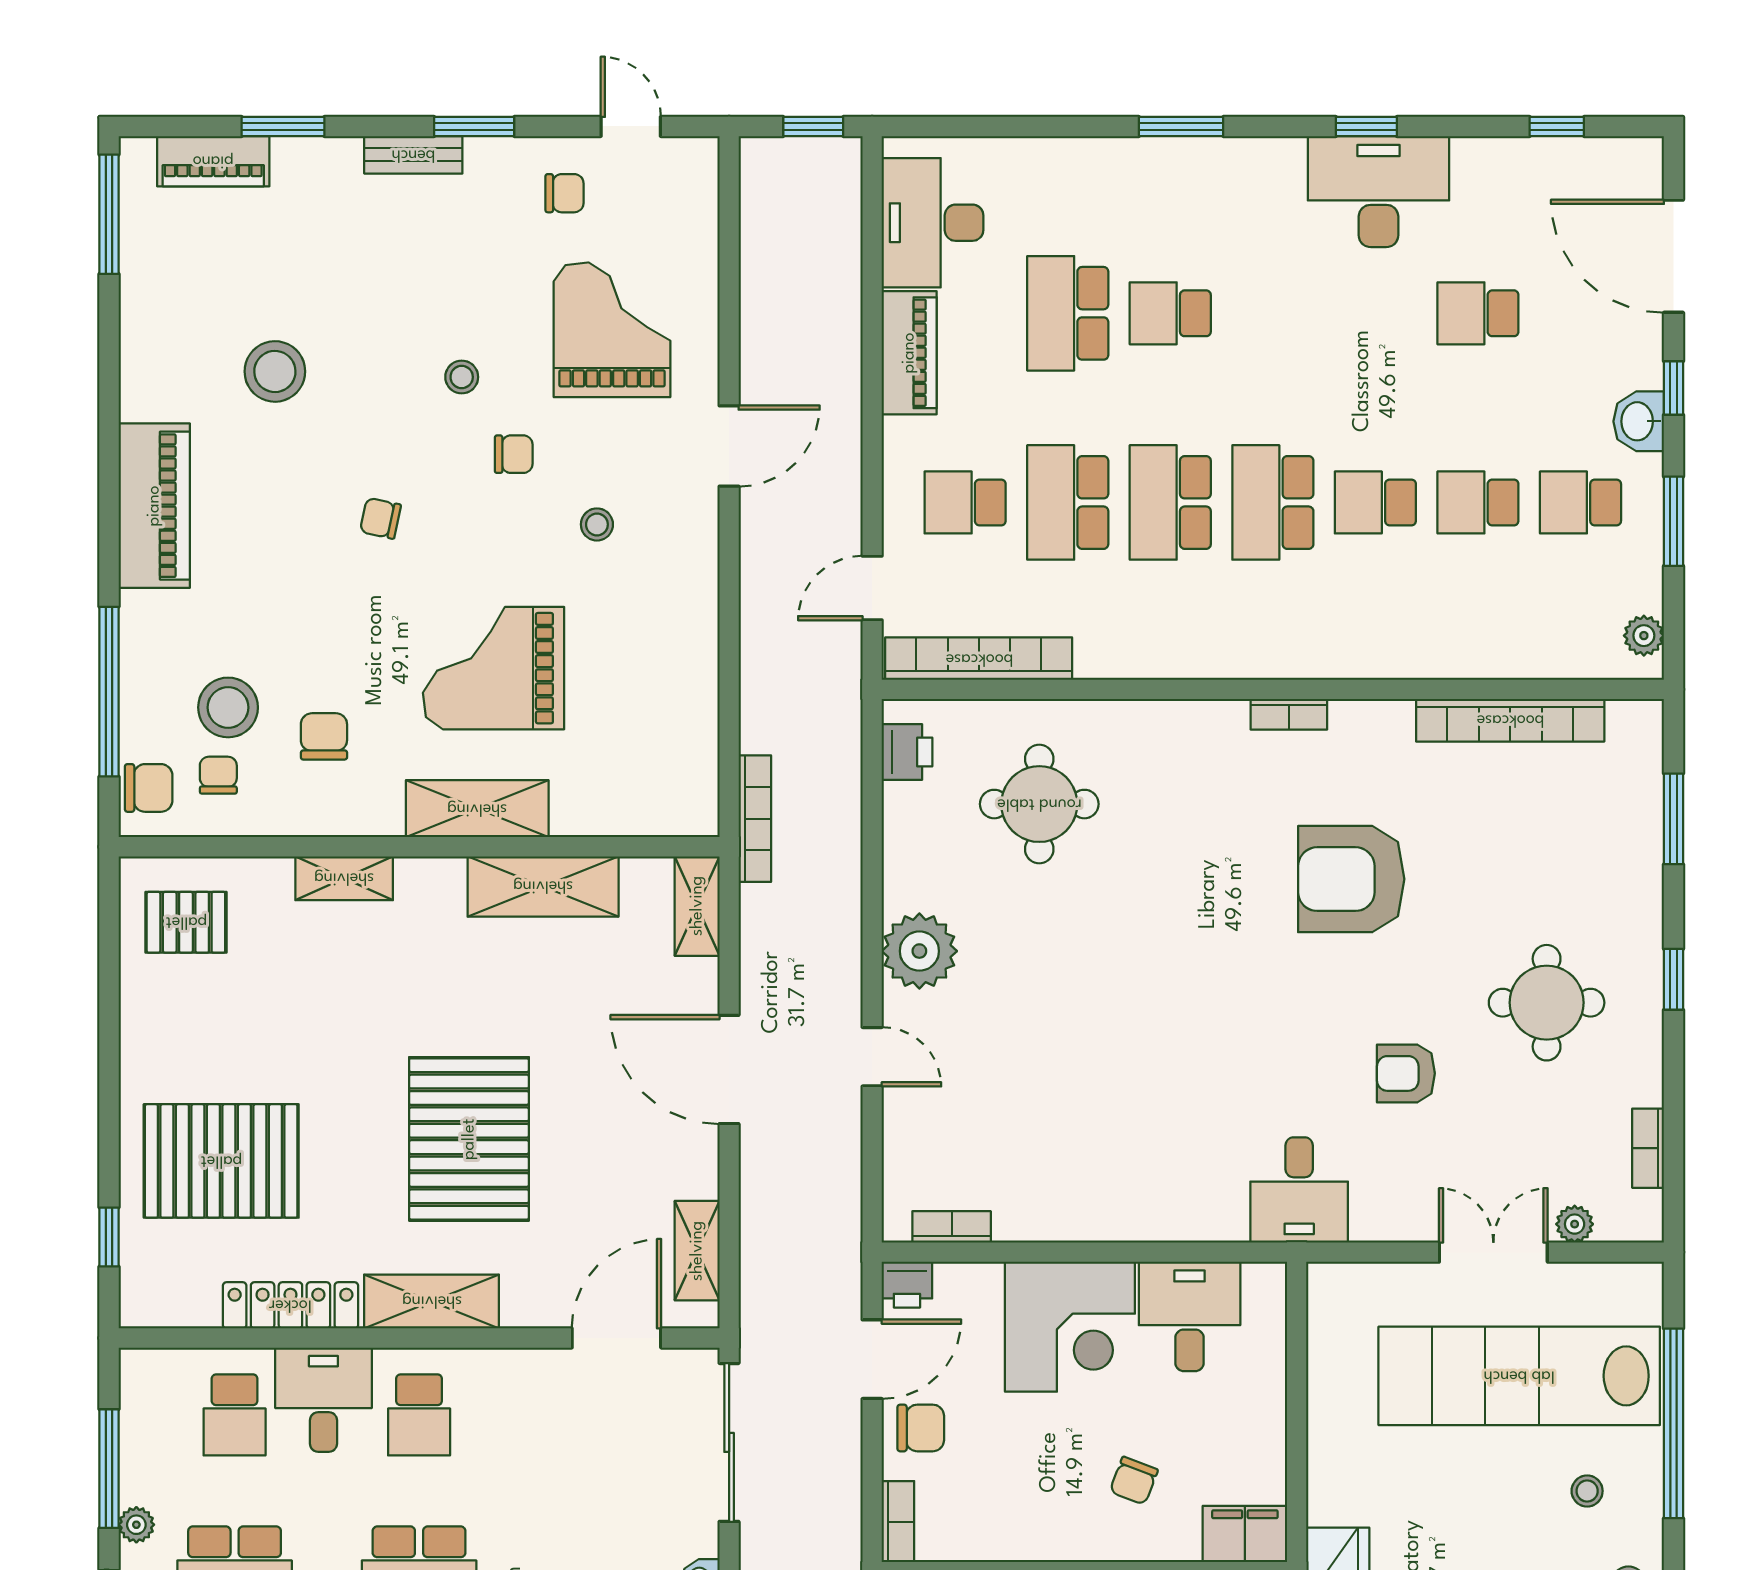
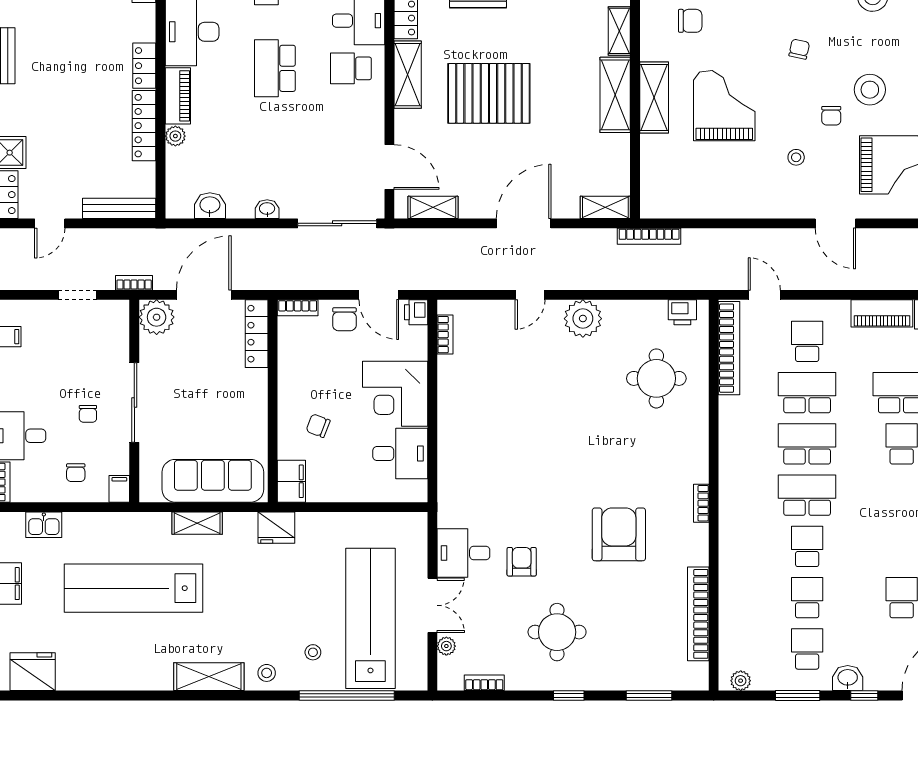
stool: (462, 377) -> (870, 90), width x1.89, depth x1.89
shelving: (543, 886) -> (615, 95), moved
desk: (1299, 1190) -> (463, 553), moved

